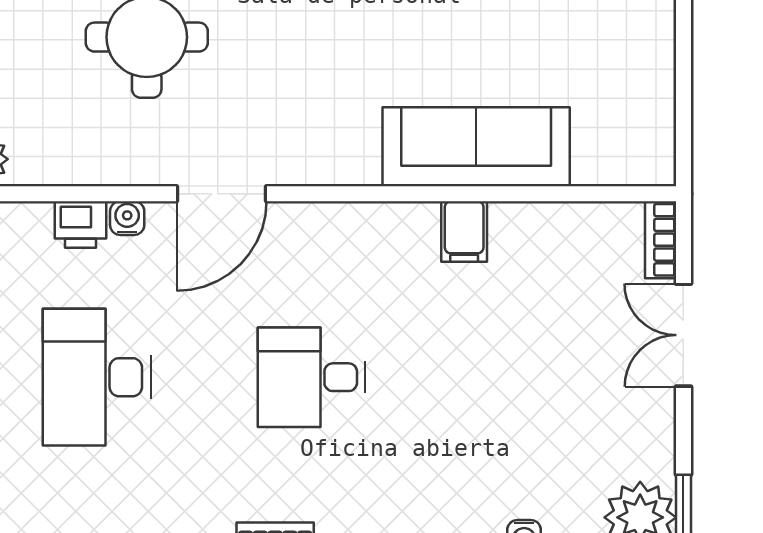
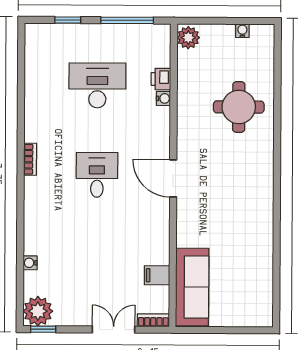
sofa: (476, 147) -> (192, 287), moved
door: (221, 194) -> (173, 178), moved
filing cabinet: (464, 232) -> (157, 275), moved

